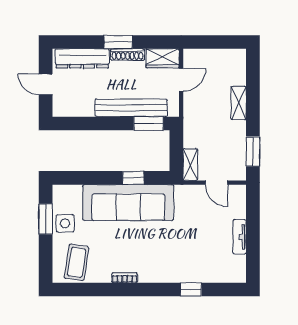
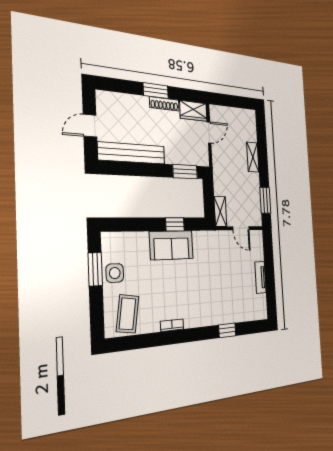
dresser: (82, 58) -> (124, 103), removed
door: (46, 84) -> (90, 126), hinge flipped
bench: (131, 108) -> (132, 153), moved
sofa: (128, 203) -> (171, 245), width x0.54, depth x0.79

